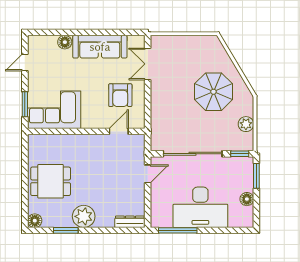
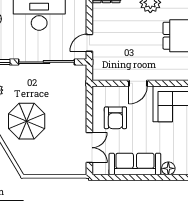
armchair: (120, 95) -> (115, 118), turned 180
door: (119, 131) -> (138, 83), moved

